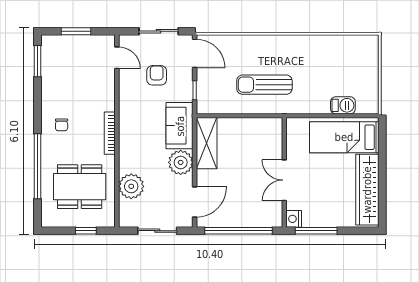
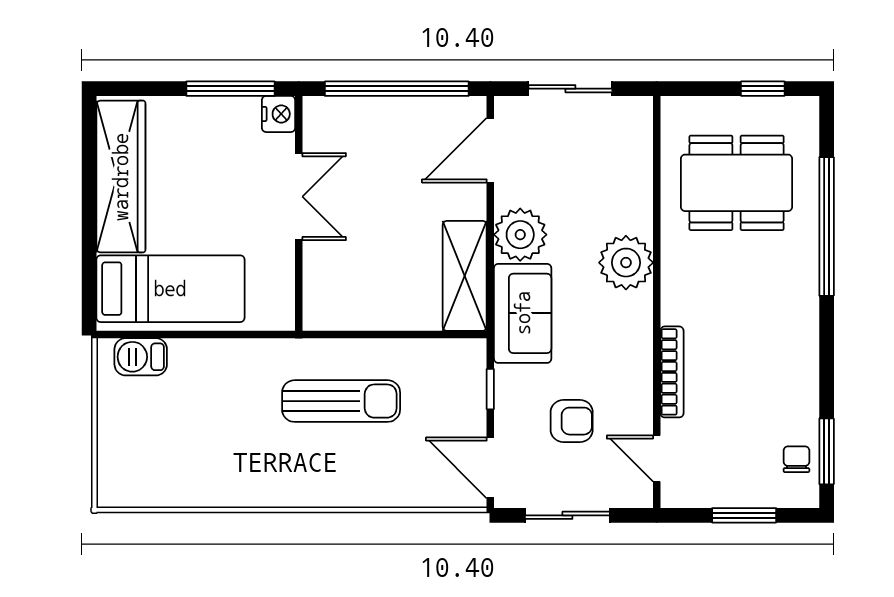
armchair: (157, 75) -> (572, 421), turned -90
barbecue: (343, 105) -> (141, 357), moved
chair: (62, 125) -> (796, 459), moved
bookcase: (110, 133) -> (672, 372), moved
plant: (131, 186) -> (626, 263), moved
window: (86, 231) -> (763, 89), moved

